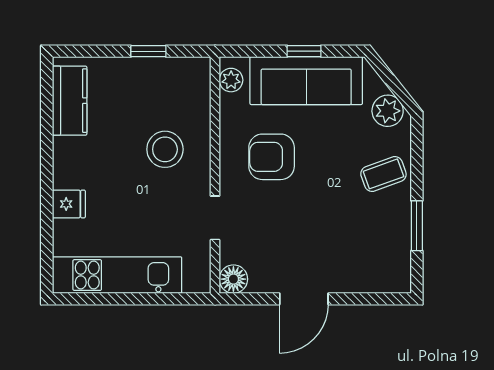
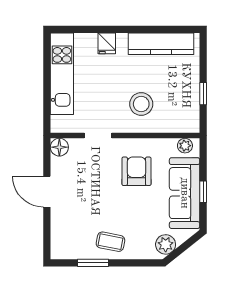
kitchen counter: (70, 101) -> (161, 44), width x1.50
coffee table: (383, 174) -> (110, 242), moved, turned -59

